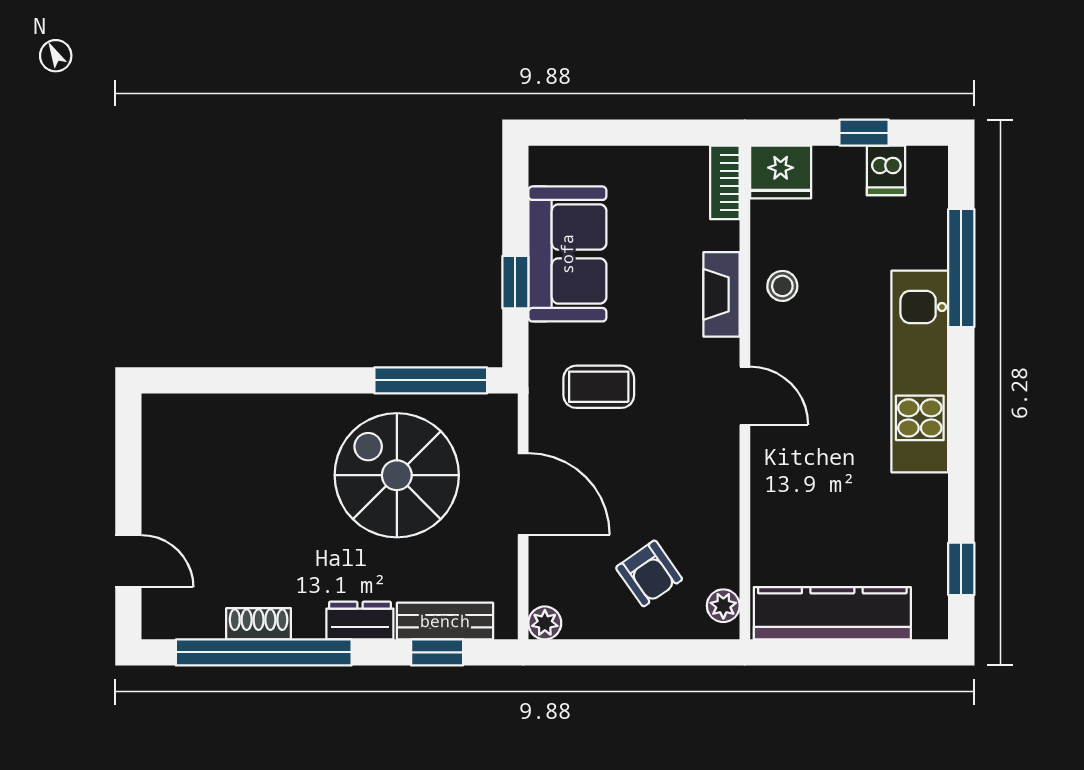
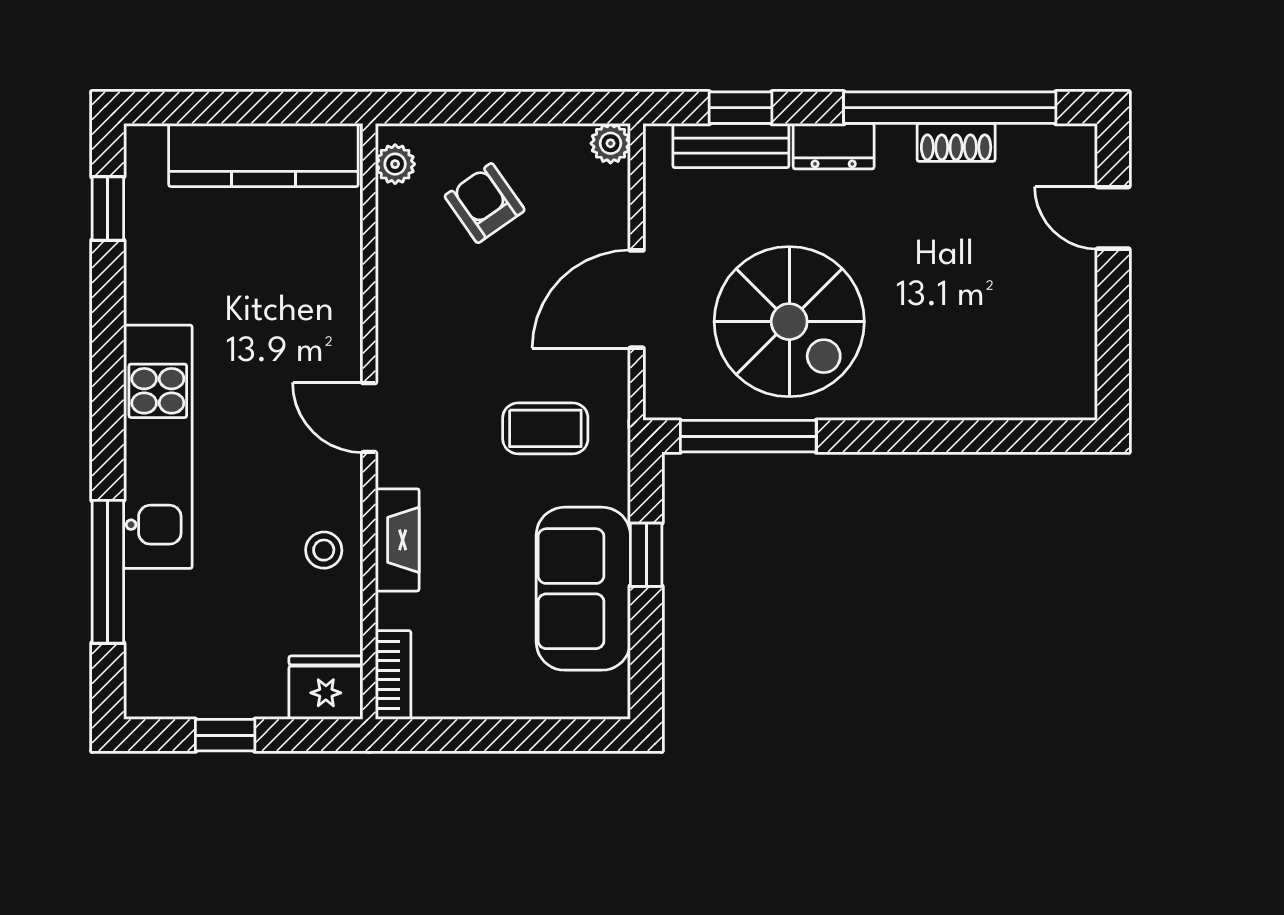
dishwasher: (886, 170) -> (199, 690), removed
door: (523, 494) -> (637, 299), hinge flipped

